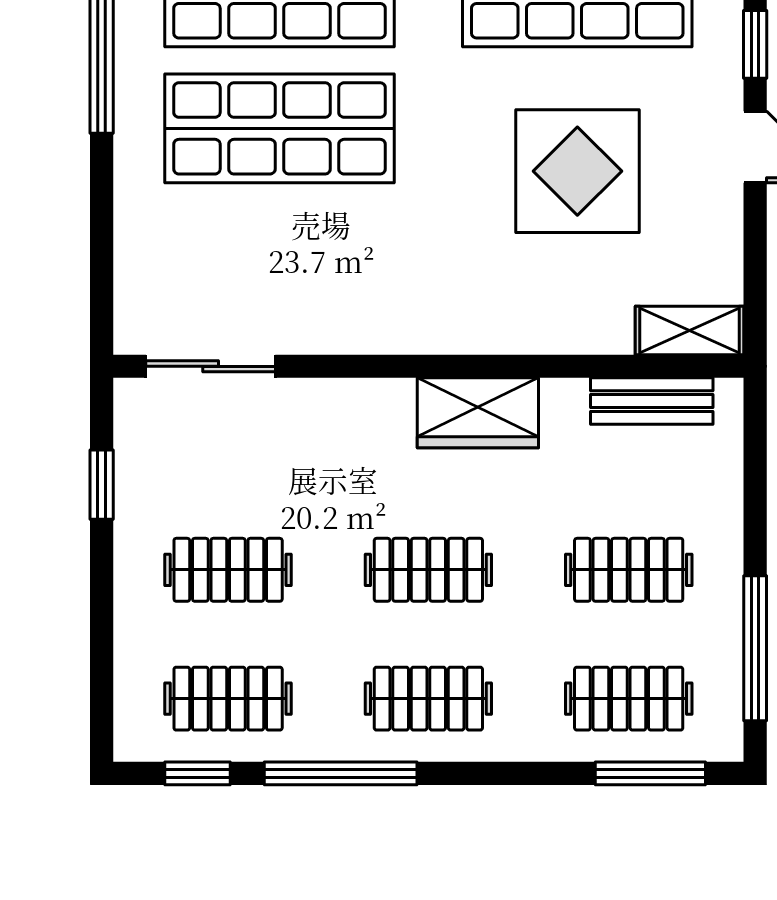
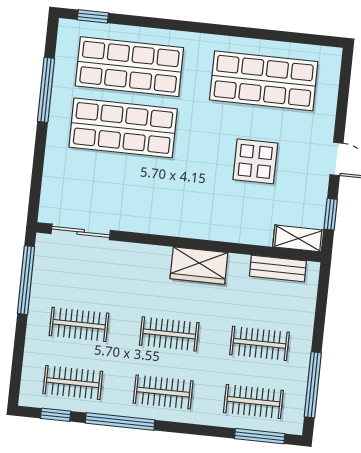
window: (755, 44) -> (331, 214), moved
display table: (577, 171) -> (255, 161), width x0.73, depth x0.73
window: (102, 485) -> (26, 280), width x2.17

